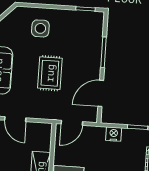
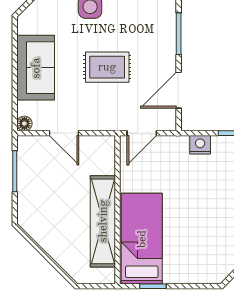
rug: (50, 73) -> (107, 67), turned 90

